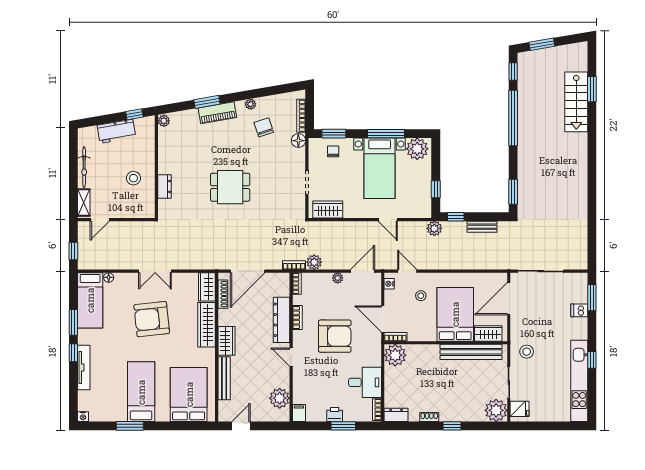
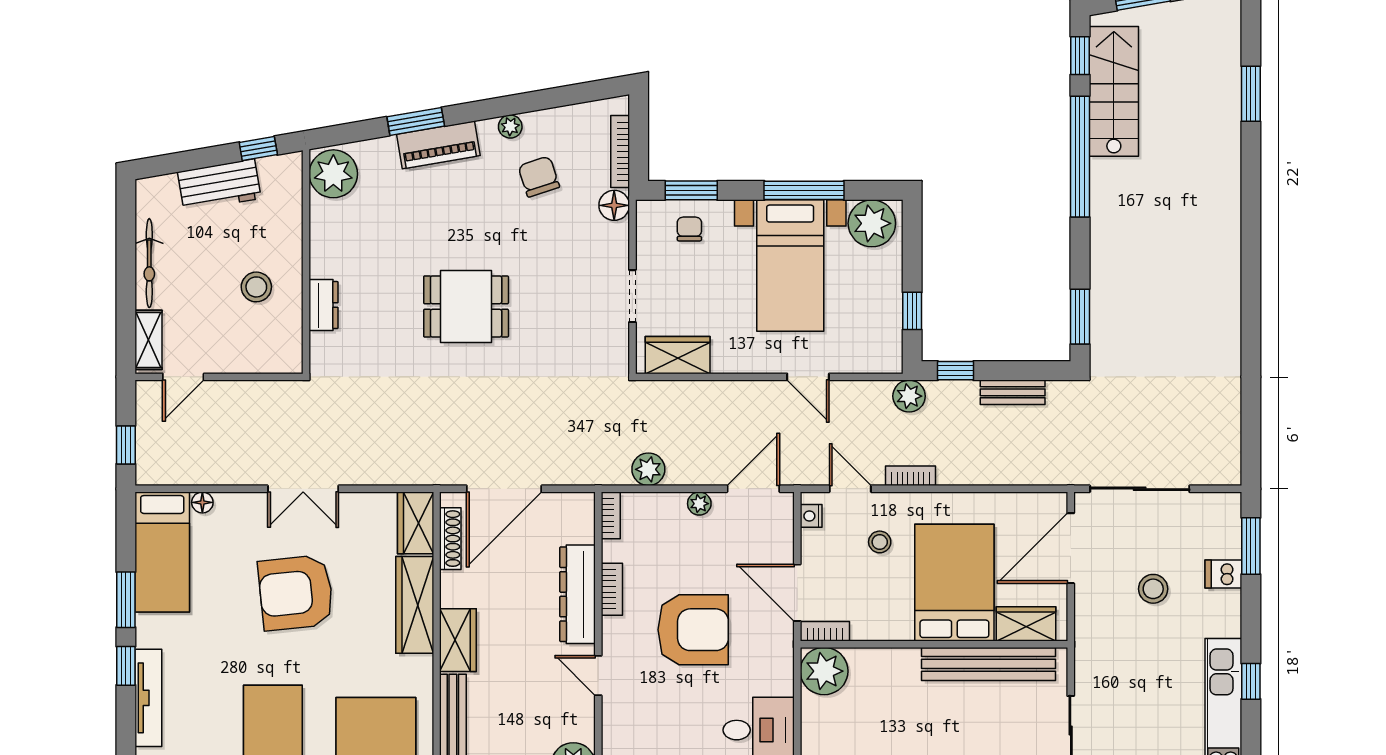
stairs: (576, 102) -> (1114, 91), moved, turned 180
plant: (164, 121) -> (333, 174), width x1.87, depth x1.87
bookcase: (294, 265) -> (910, 476), moved
stool: (527, 352) -> (1153, 589), moved

